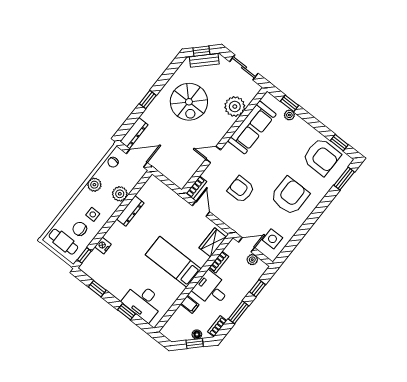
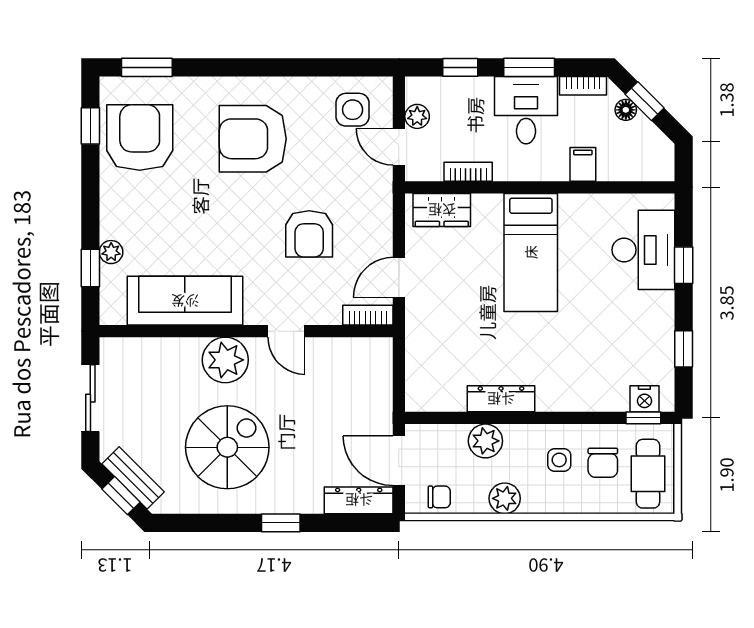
plant: (235, 106) -> (225, 360), moved
nightstand: (103, 246) -> (644, 399), moved
desk: (211, 289) -> (526, 110), moved, turned 180

